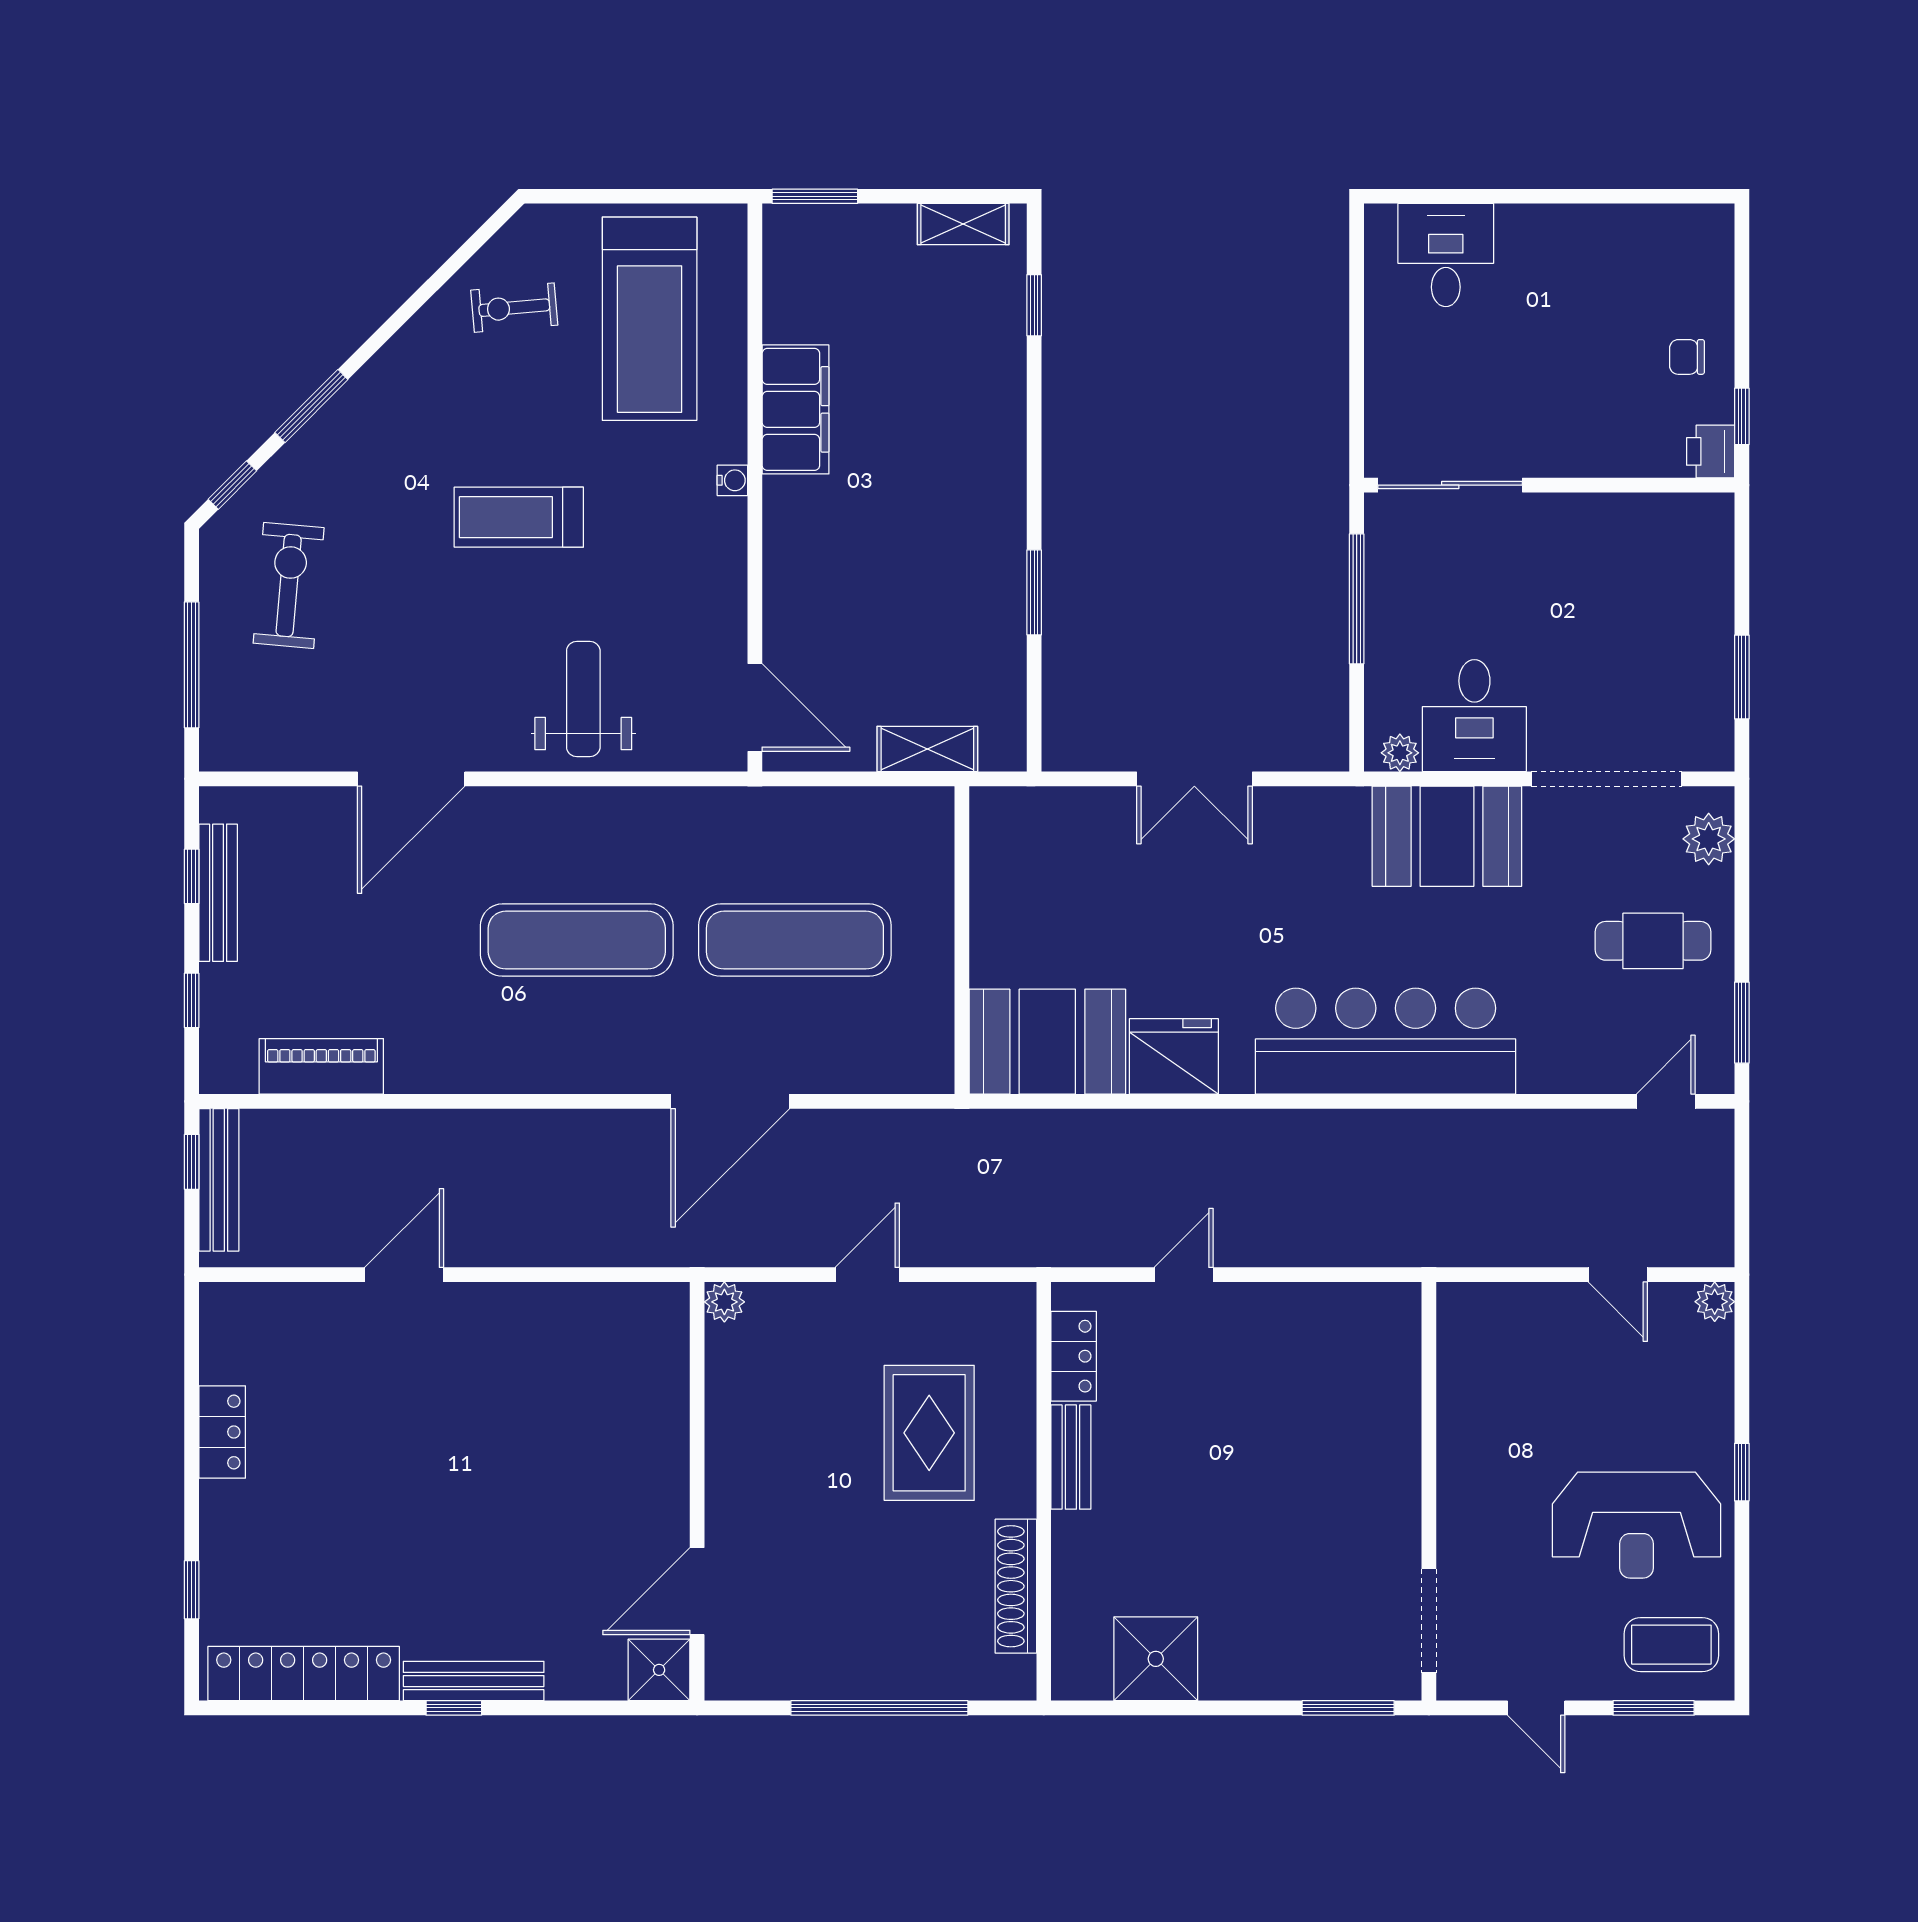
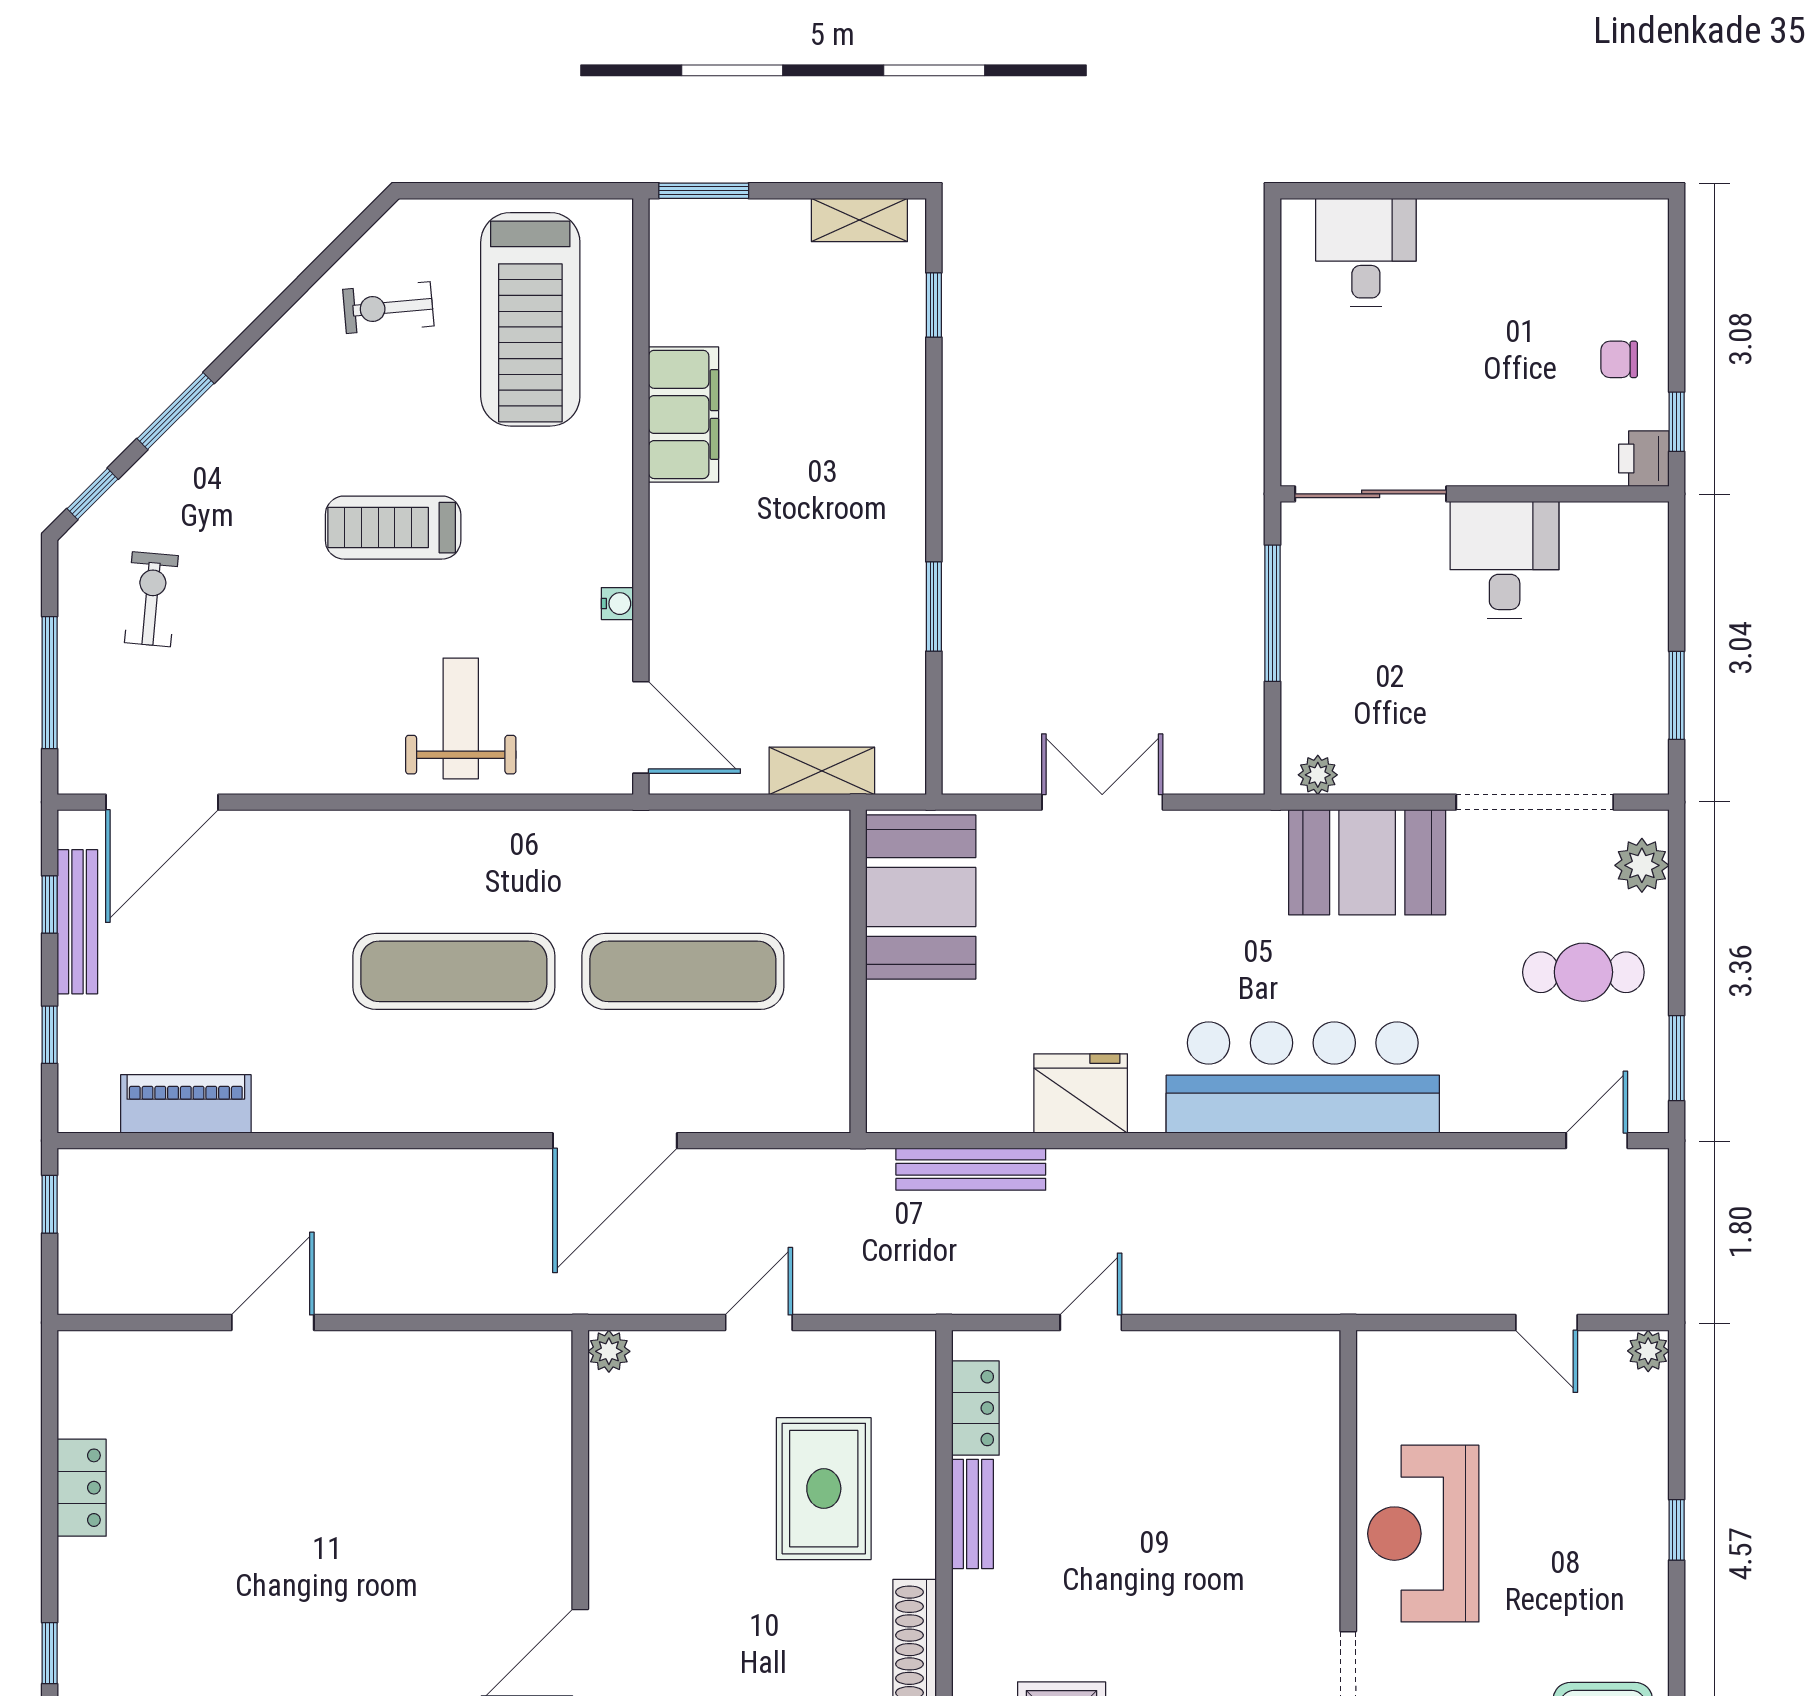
water cooler: (732, 480) -> (617, 604), moved
exercise bike: (289, 585) -> (151, 599), width x0.73, depth x0.72
desk: (1474, 716) -> (1505, 560), moved, turned 180
door: (411, 779) -> (162, 802), moved
double door: (1194, 779) -> (1102, 802), swing flipped
booth: (1047, 1042) -> (921, 897), moved, turned 90
bench: (219, 1180) -> (971, 1169), moved, turned 90
reception desk: (1636, 1525) -> (1423, 1534), moved, turned 90

